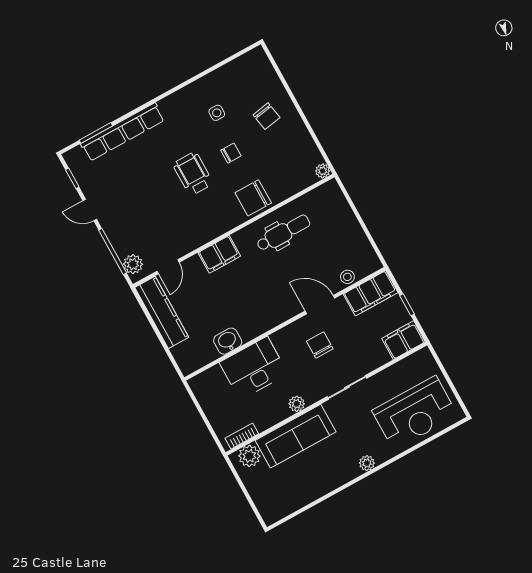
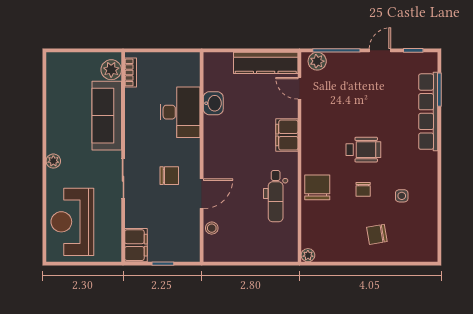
filing cabinet: (371, 293) -> (188, 239), removed
plant: (297, 404) -> (132, 131), removed

